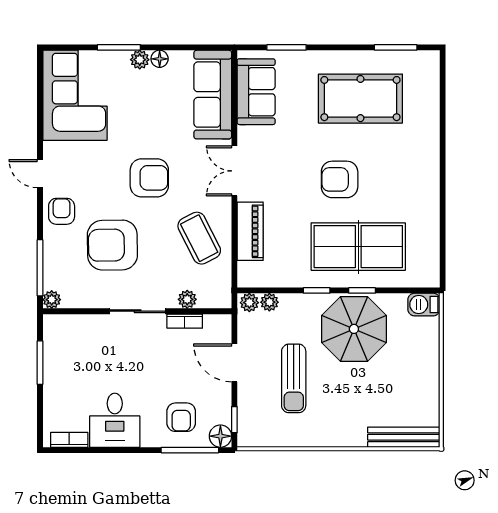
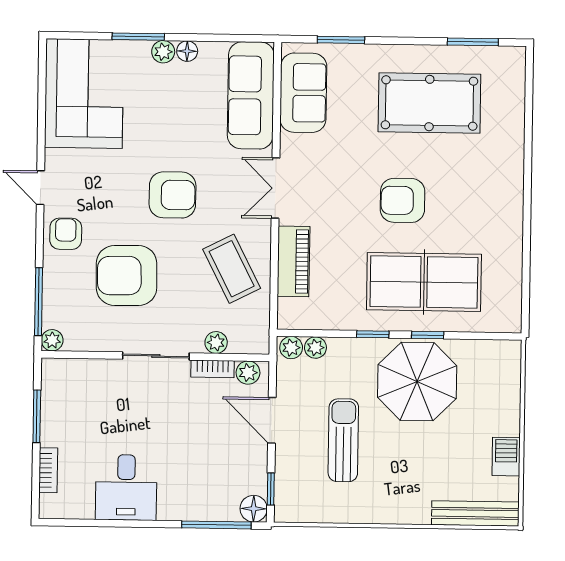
barbecue: (424, 305) -> (506, 457), moved, turned 90
plant: (214, 324) -> (248, 373), added
sun lounger: (294, 378) -> (343, 440), turned 180
armchair: (181, 417) -> (206, 485), removed
bookcase: (69, 440) -> (48, 470), moved, turned 90

